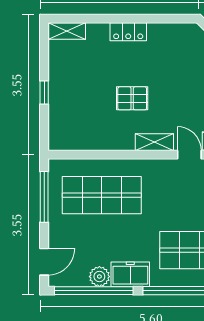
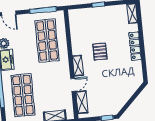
locker: (128, 32) -> (135, 46), width x1.53

